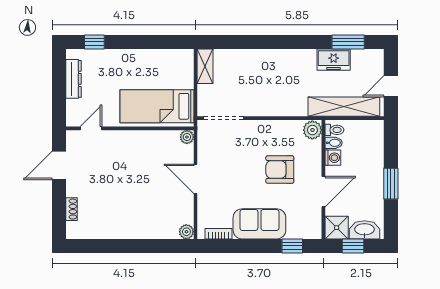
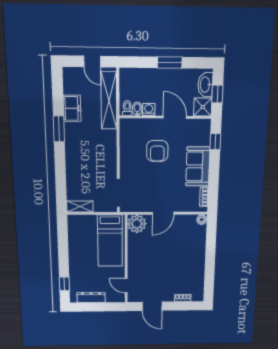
window: (348, 42) -> (59, 129), moved
plant: (312, 130) -> (127, 126), removed
plant: (187, 137) -> (137, 224), width x1.88, depth x1.88

